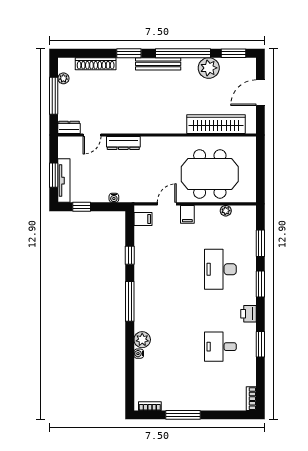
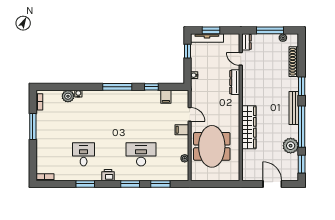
wardrobe: (216, 124) -> (249, 127), moved
filing cabinet: (143, 219) -> (166, 97), moved
plant: (142, 340) -> (68, 96), moved

